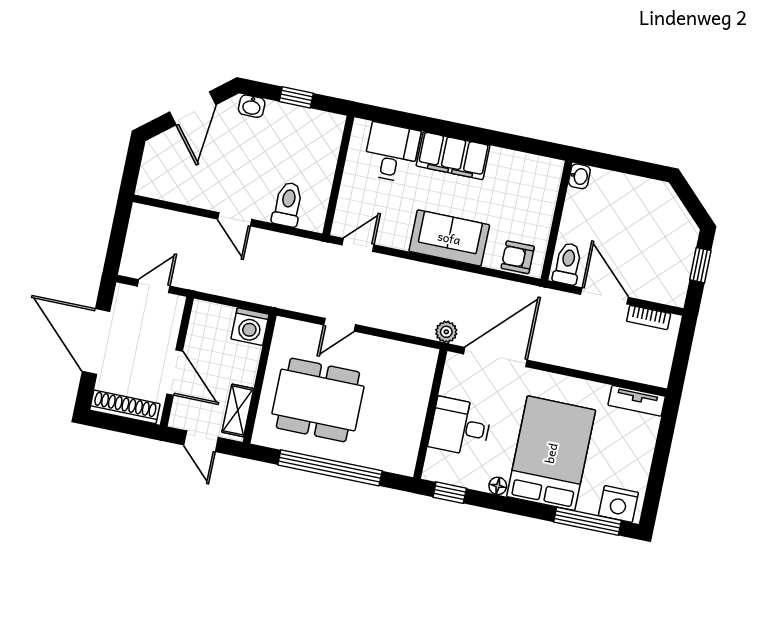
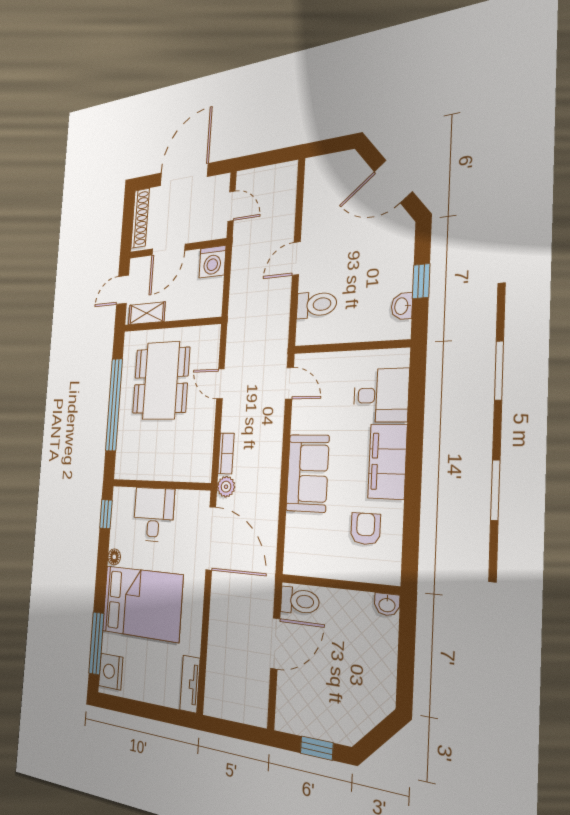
washbasin: (252, 106) -> (402, 306), moved
armchair: (518, 257) -> (366, 529), moved
bookcase: (649, 317) -> (226, 454), moved, turned 180
washing machine: (250, 327) -> (212, 262), moved, turned -90

